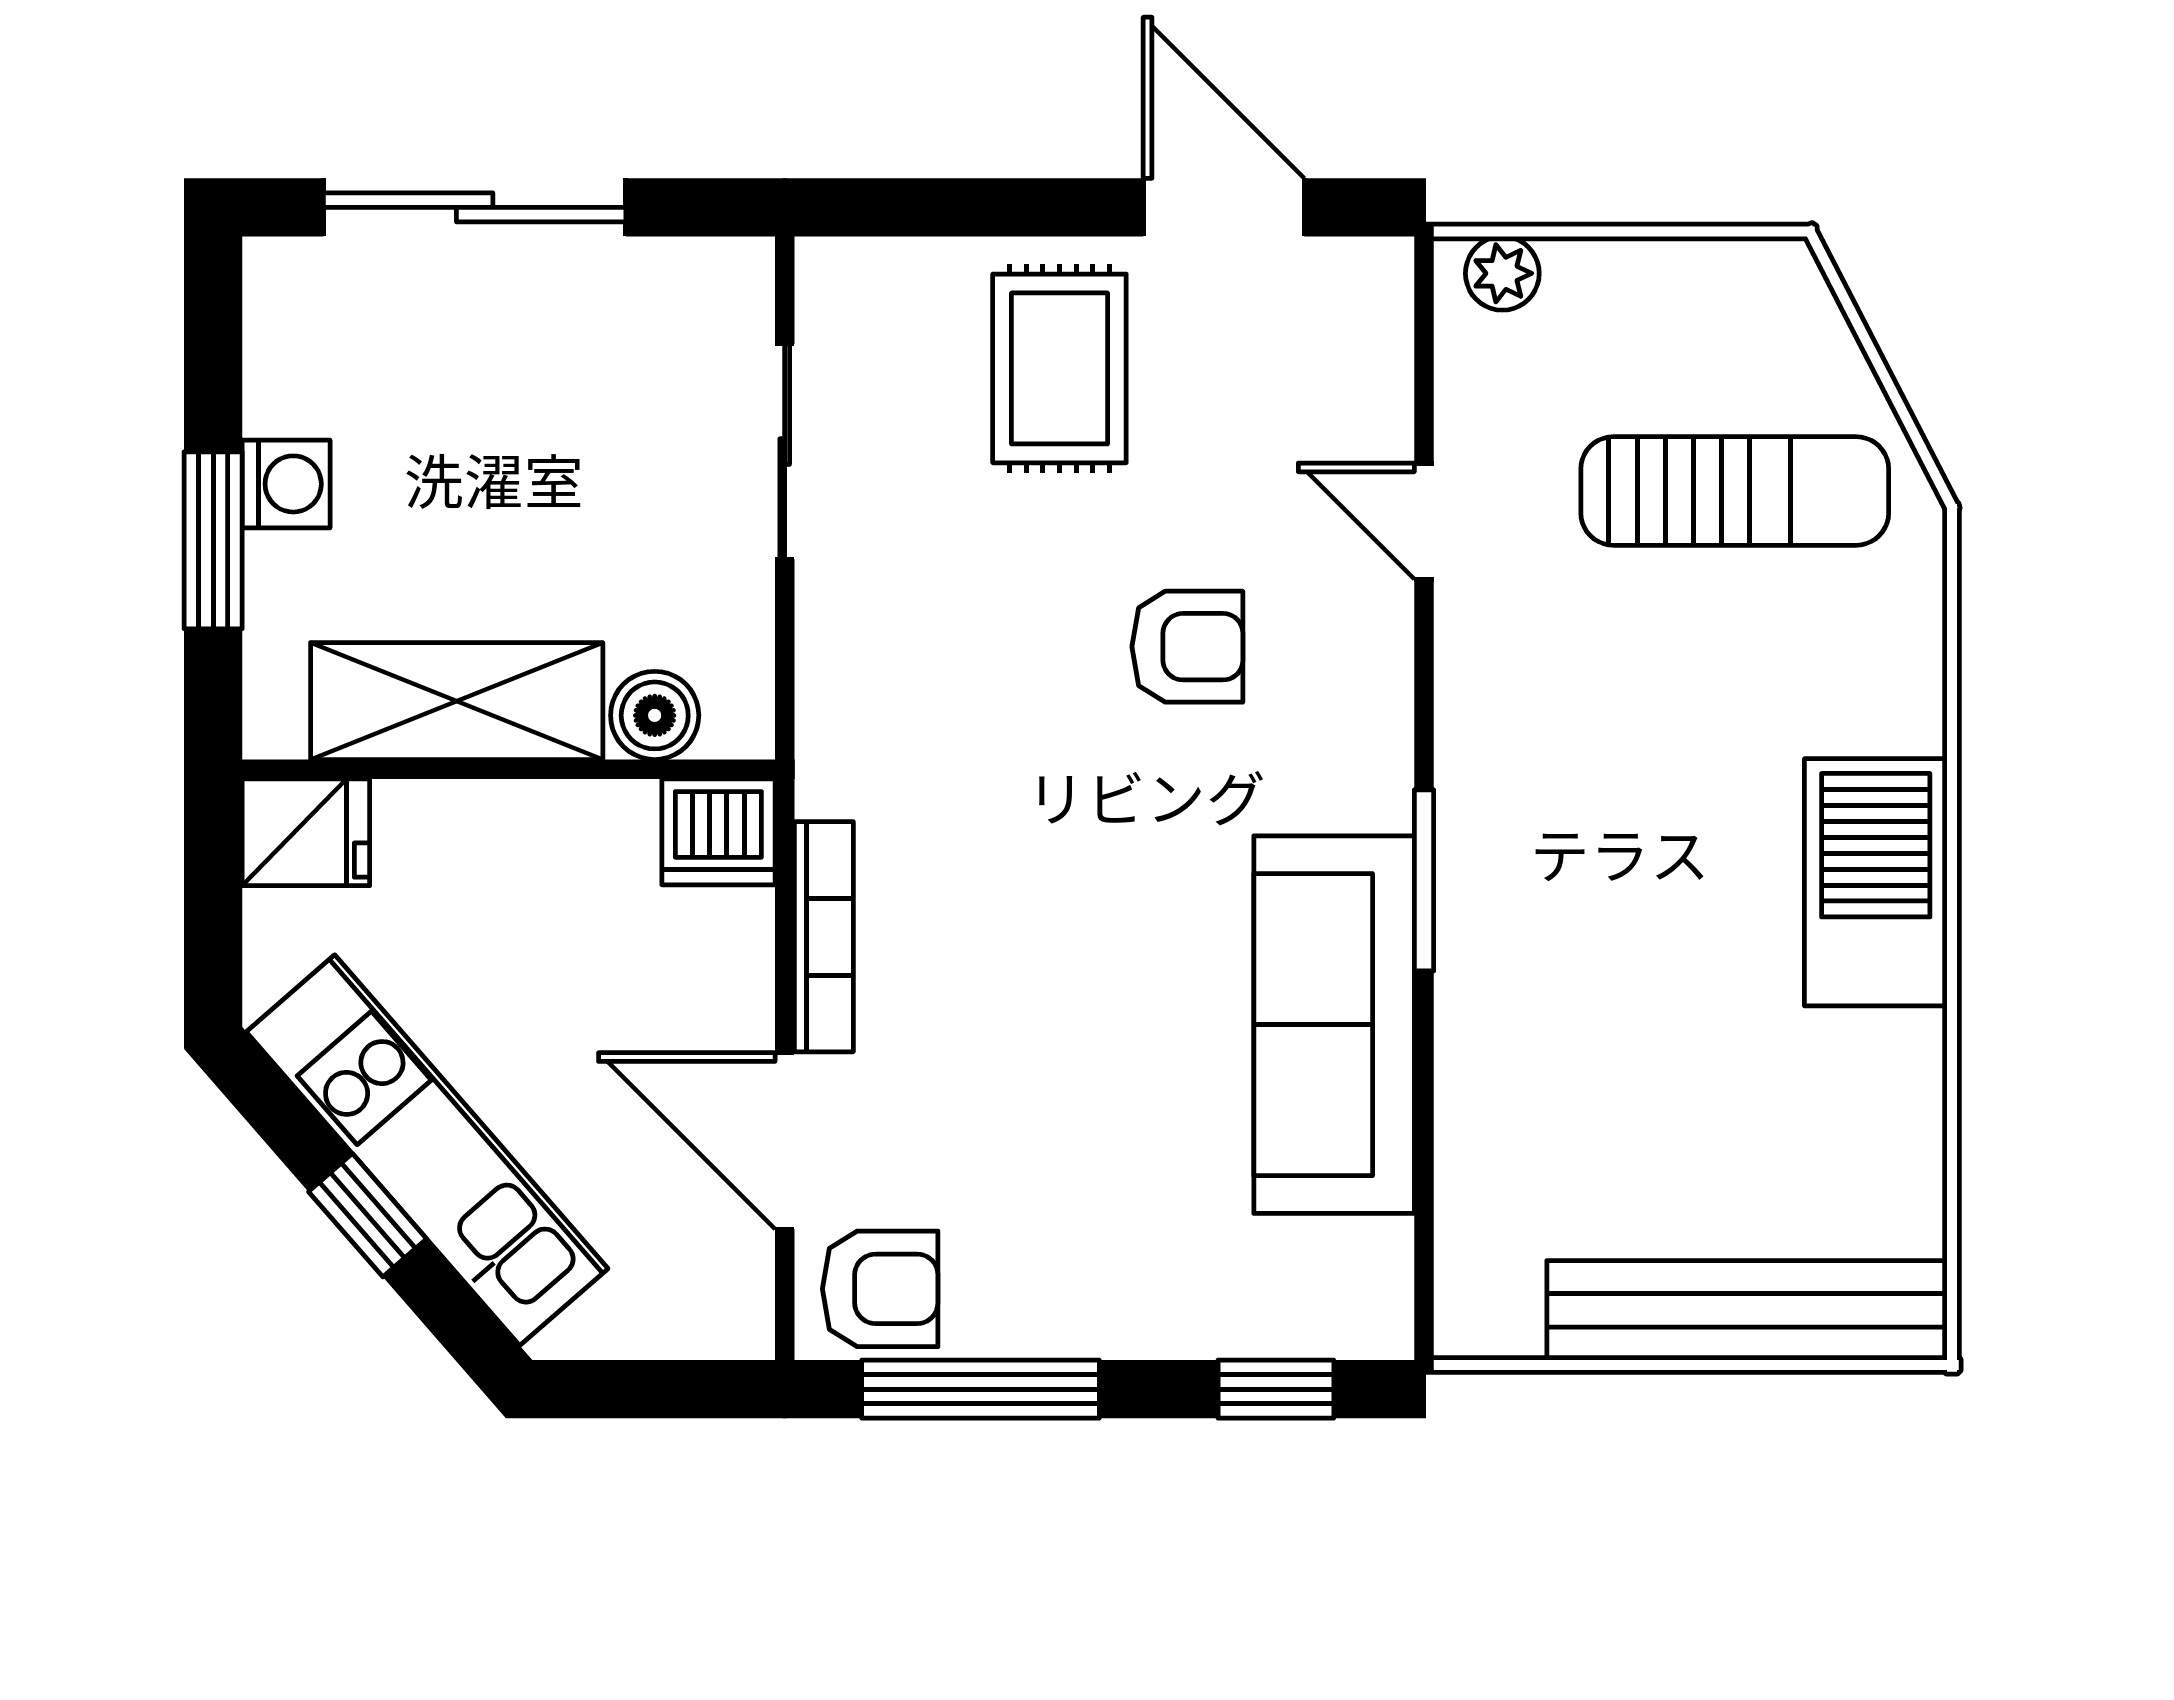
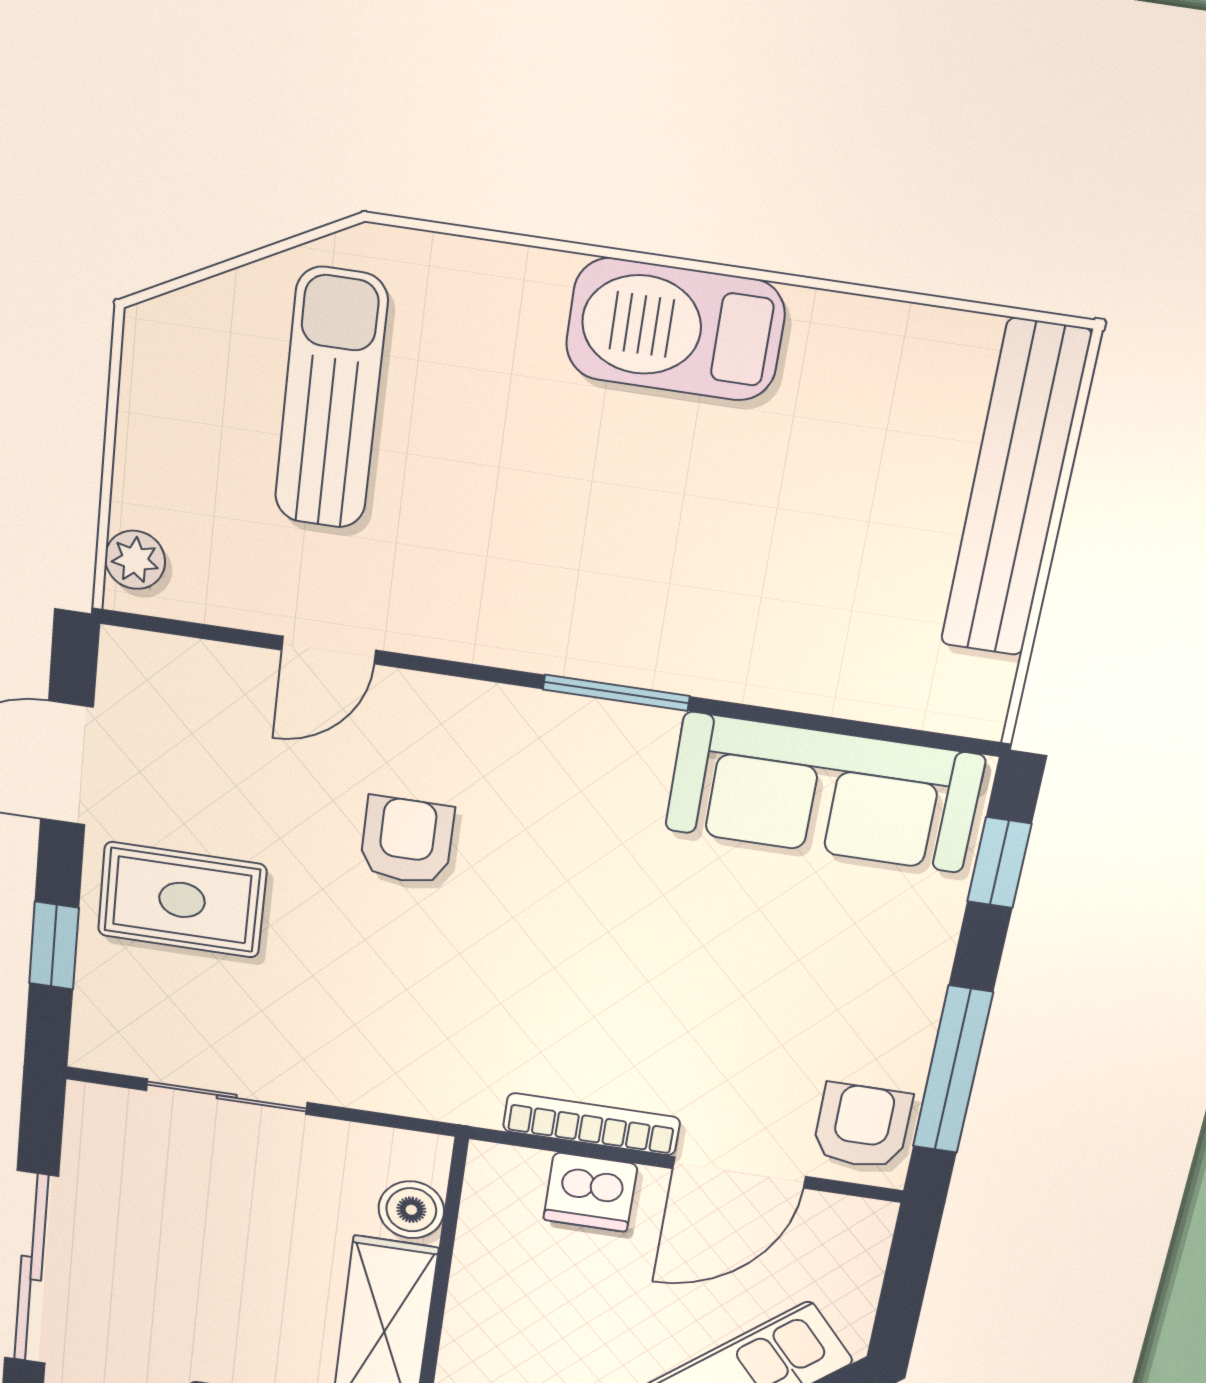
window: (968, 207) -> (54, 946), added
dishwasher: (718, 832) -> (590, 1192), moved, turned 90
sofa: (1334, 1025) -> (824, 793), moved

